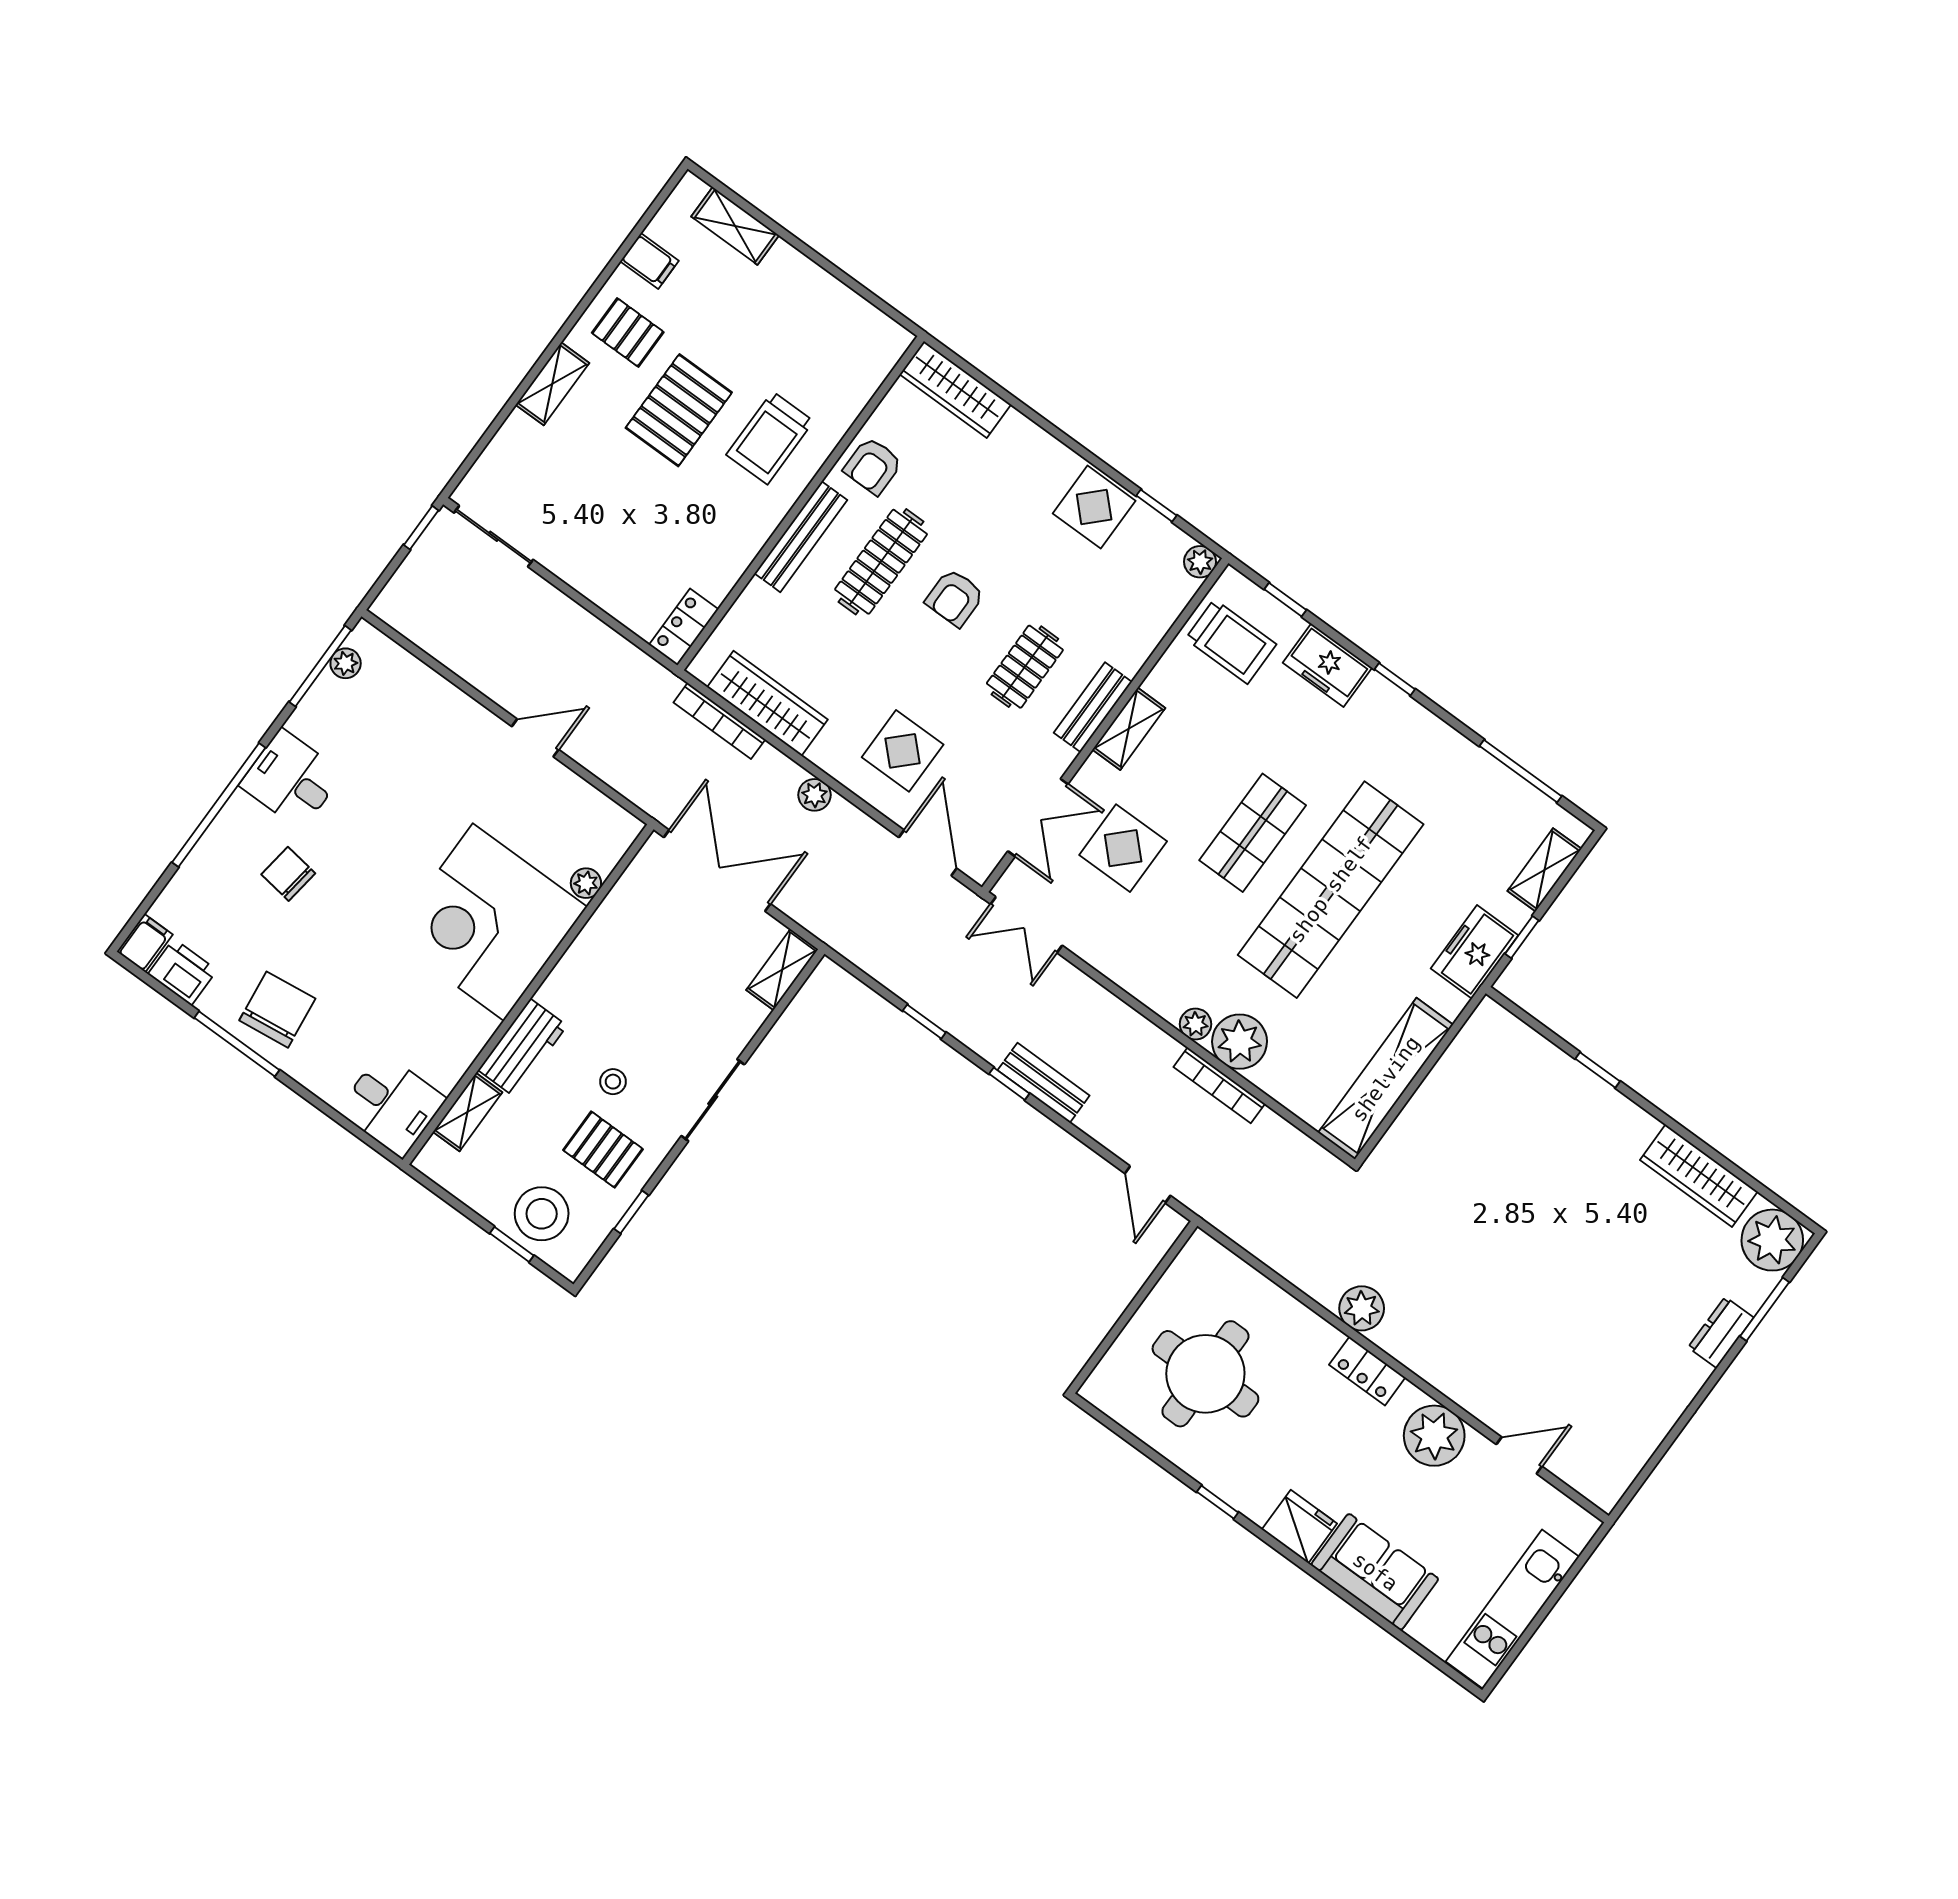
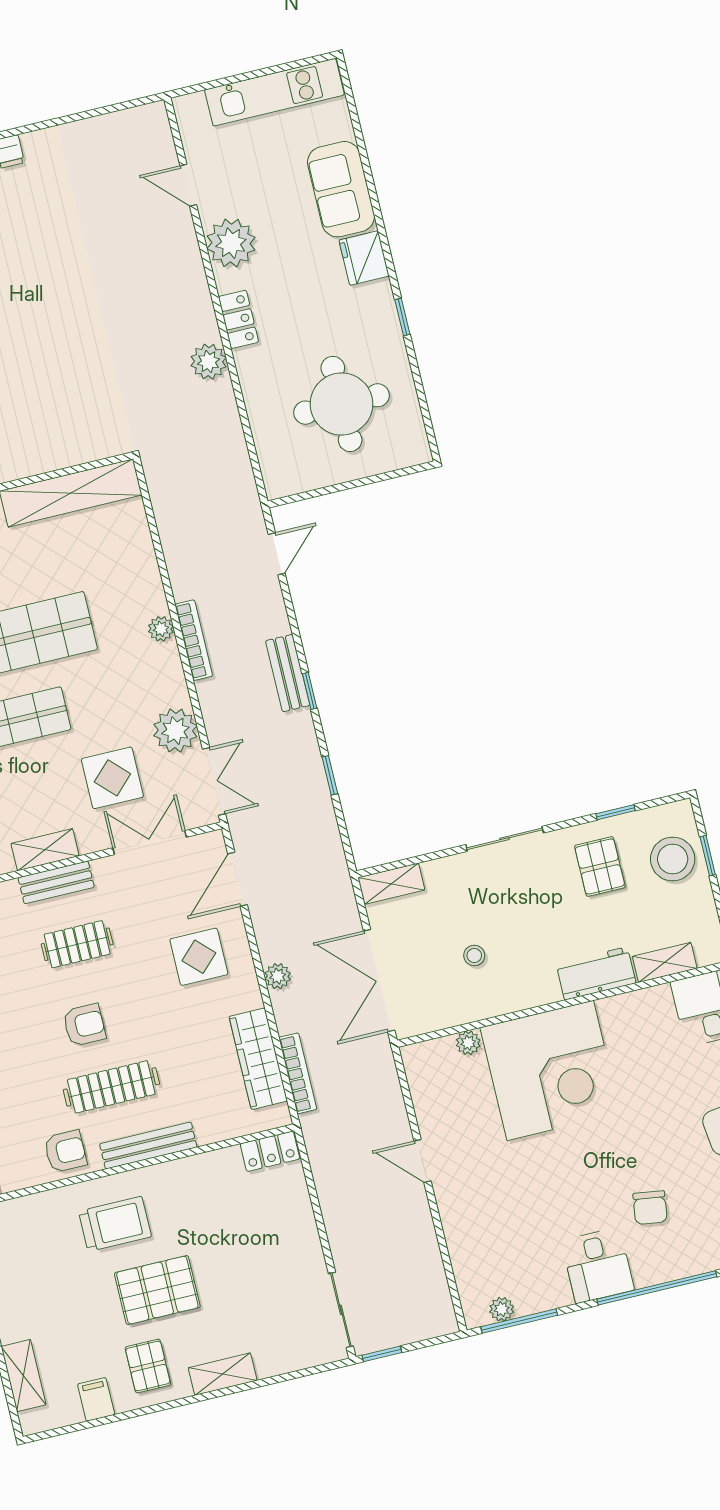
plant: (1240, 1042) -> (175, 731), moved
stool: (613, 1082) -> (474, 955), moved
bookcase: (1219, 1085) -> (194, 640), moved

